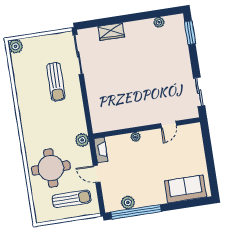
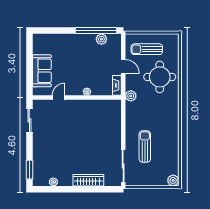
wardrobe: (111, 32) -> (88, 180), width x1.50
sofa: (185, 189) -> (42, 71), moved, turned -90

